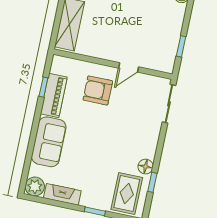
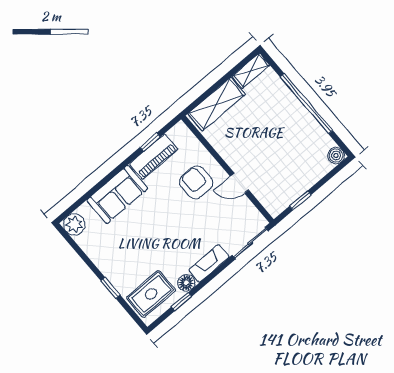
fireplace: (62, 194) -> (209, 263), moved, turned -90

